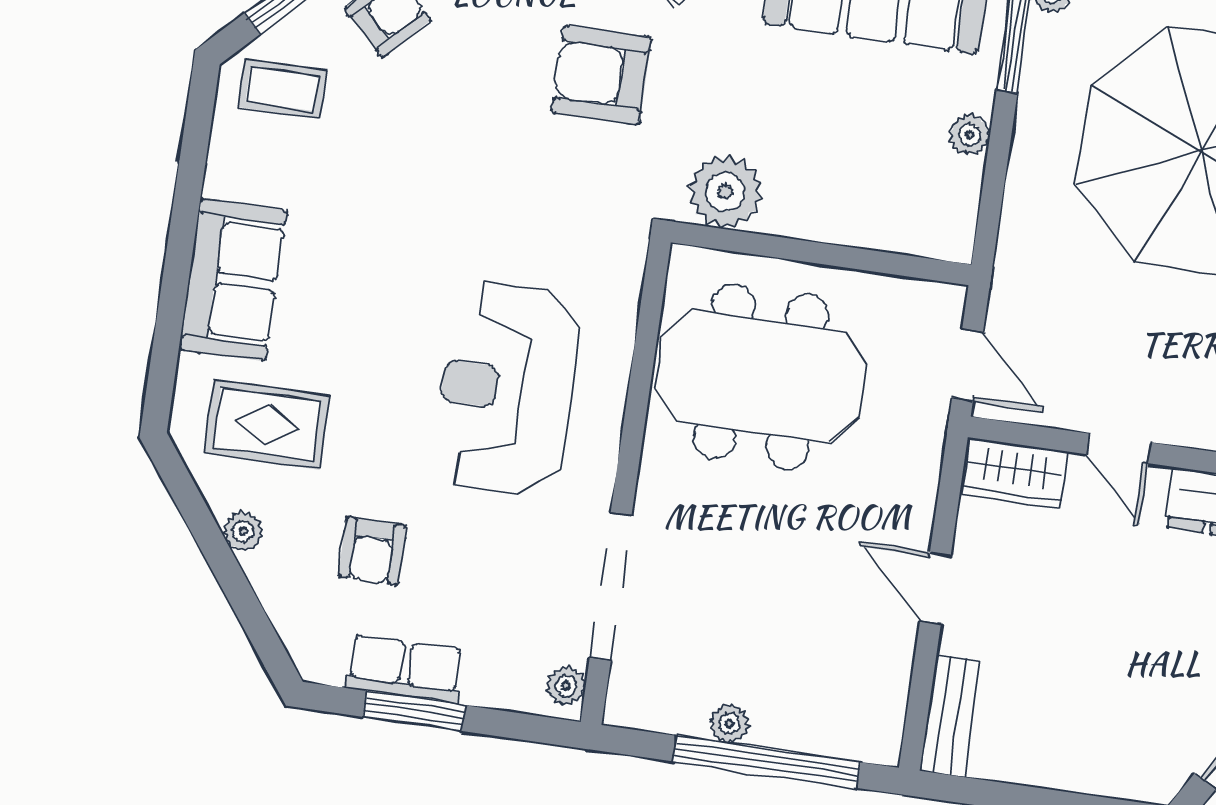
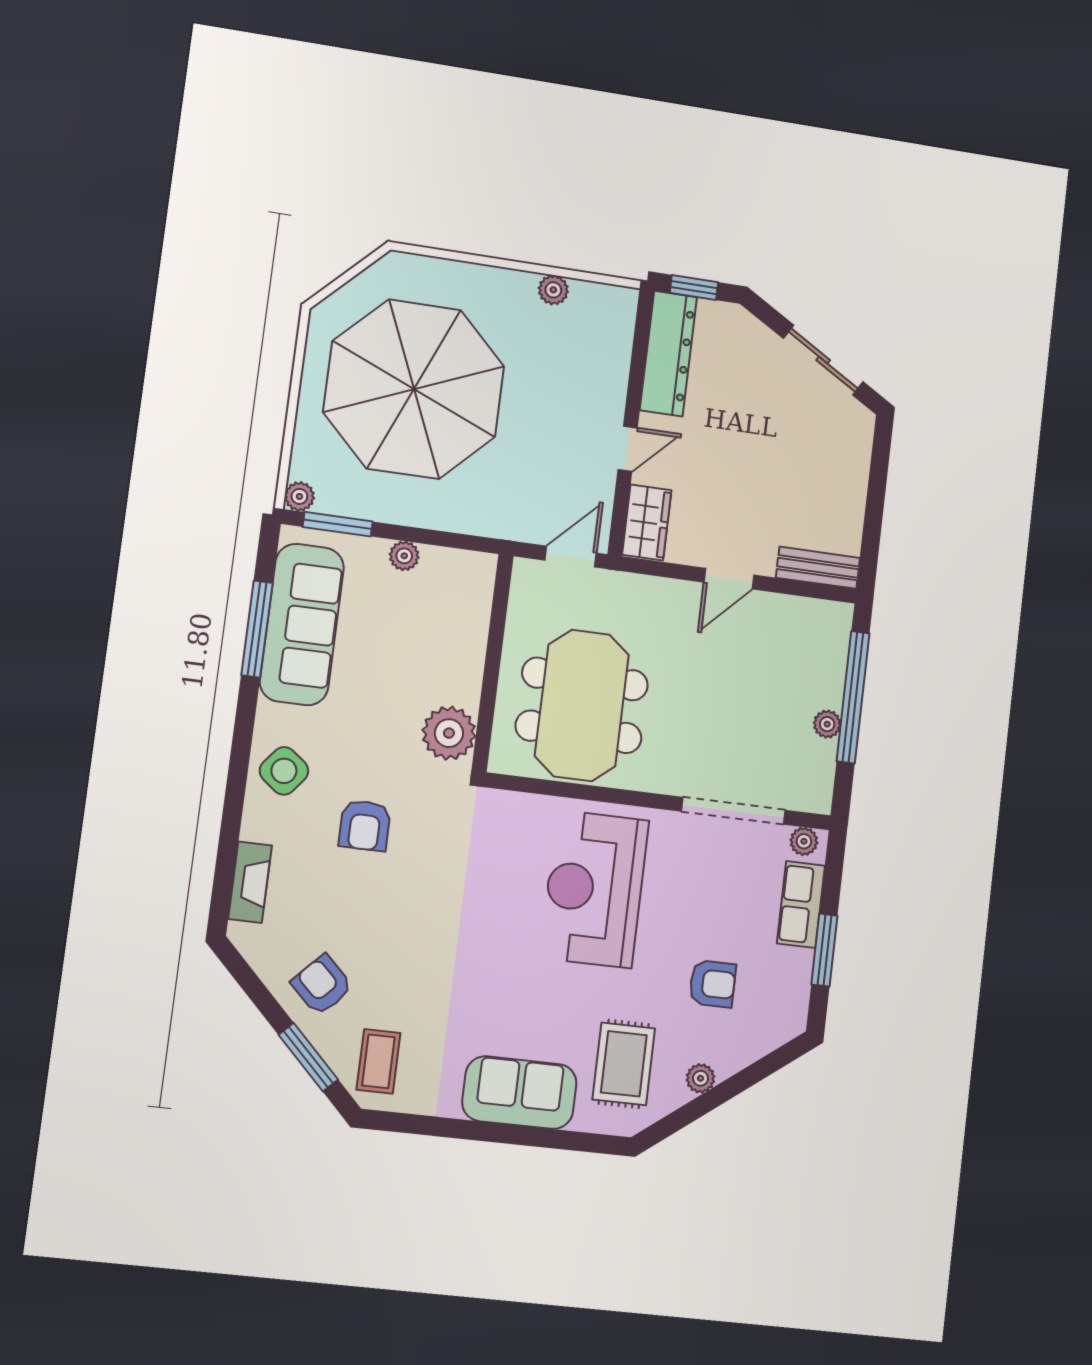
armchair: (601, 75) -> (365, 825), width x0.72, depth x0.72
reception desk: (507, 389) -> (594, 889), turned 90
row of seats: (405, 669) -> (801, 905), moved

